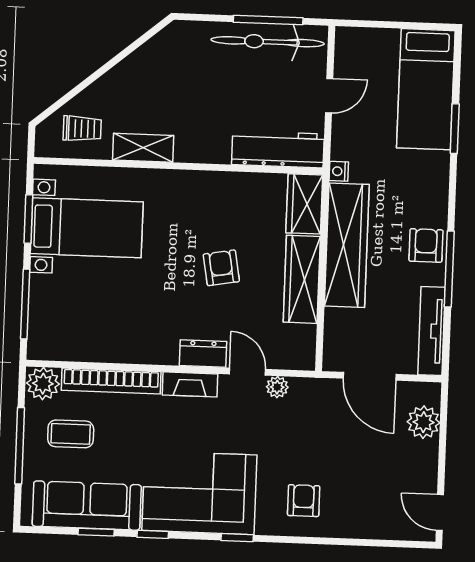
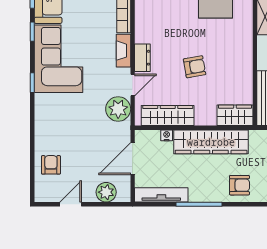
nightstand: (339, 171) -> (167, 135), moved
armchair: (426, 245) -> (239, 185), moved
wardrobe: (302, 279) -> (168, 116), moved
plant: (277, 387) -> (118, 109), width x1.87, depth x1.87
armchair: (304, 501) -> (51, 165), moved, turned -90
door: (440, 513) -> (71, 204), moved

